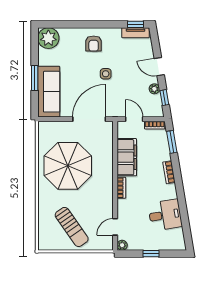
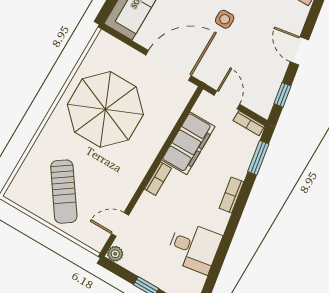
plant: (154, 89) -> (276, 76), removed

